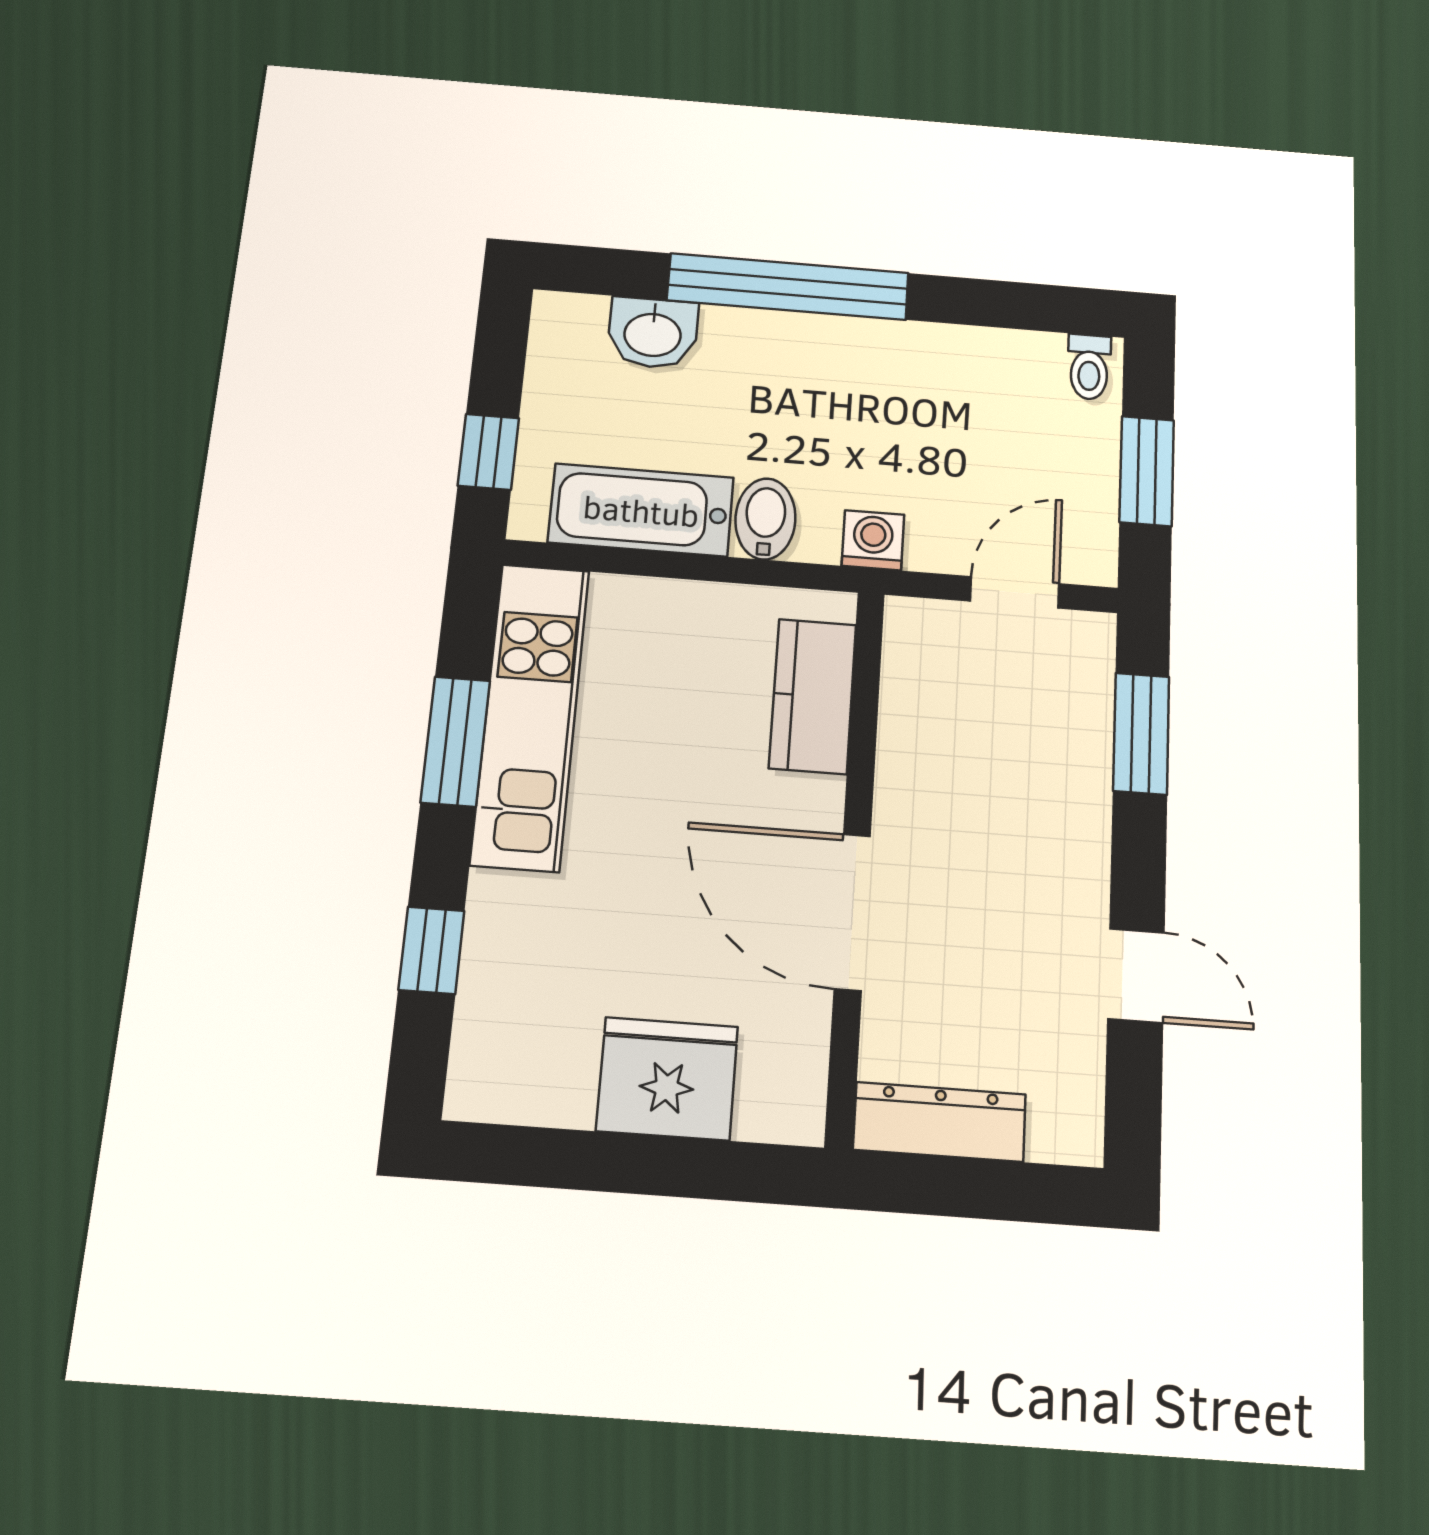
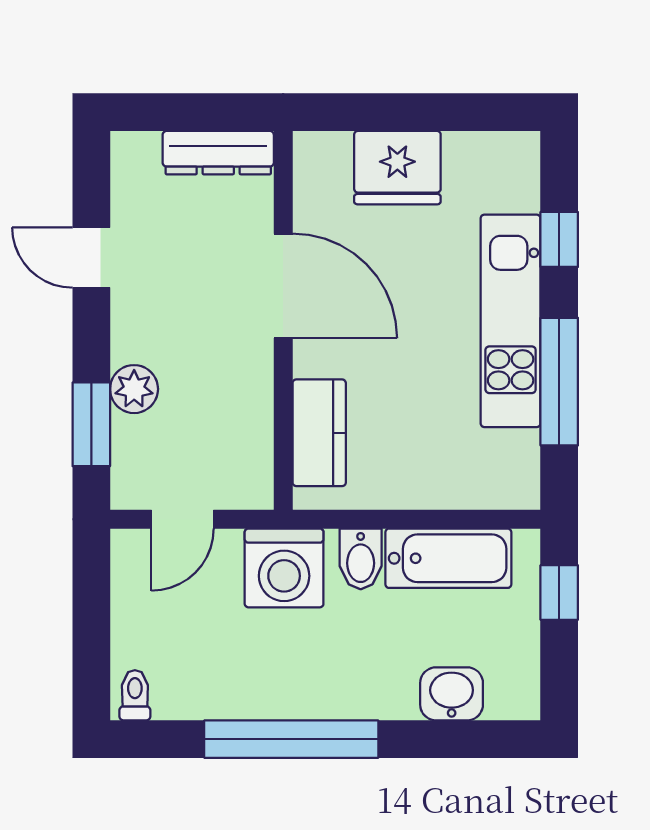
window: (788, 287) -> (291, 739), moved
window: (1147, 471) -> (91, 618), removed
washing machine: (873, 540) -> (284, 568), width x1.89, depth x1.89
kitchen unit: (530, 716) -> (511, 321), moved
window: (455, 741) -> (559, 382), width x1.44
plant: (1078, 779) -> (134, 389), added

